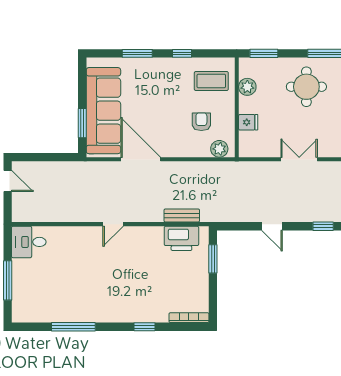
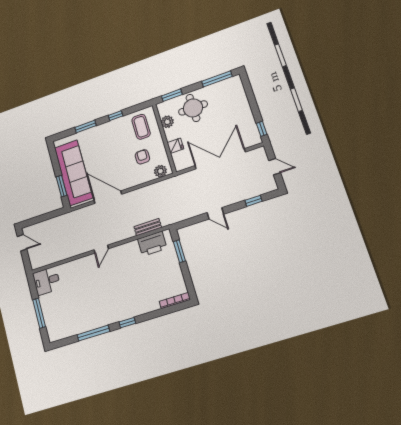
coffee table: (211, 81) -> (141, 127), turned 90
round table: (306, 87) -> (193, 108), moved
double door: (299, 159) -> (220, 159), width x1.87
window: (145, 327) -> (127, 323), moved

